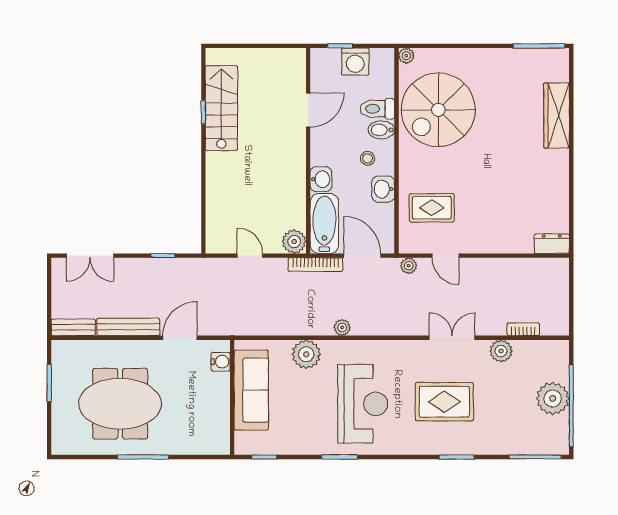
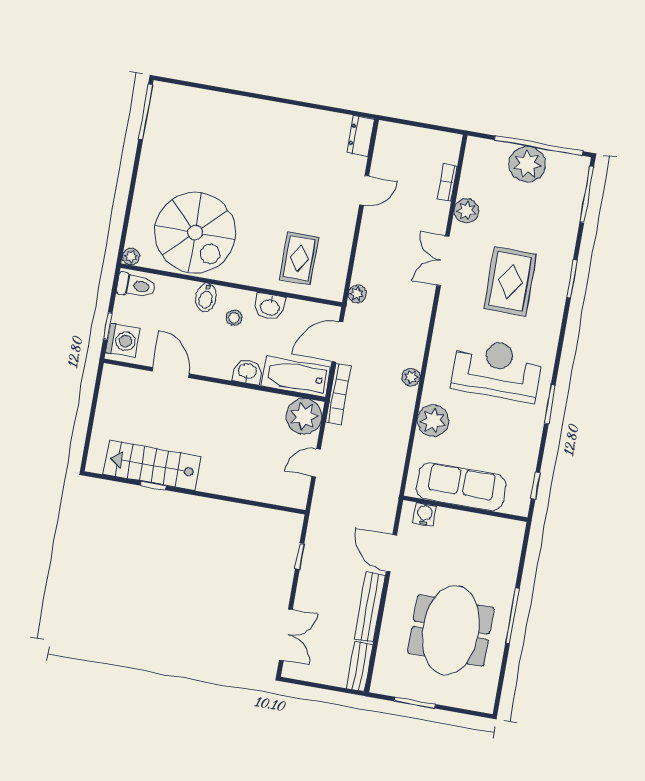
washing machine: (355, 62) -> (123, 341), moved
toilet: (377, 109) -> (136, 286), moved, turned -90
wardrobe: (557, 115) -> (224, 106), removed
plant: (294, 242) -> (304, 416), width x1.36, depth x1.36
door: (445, 256) -> (364, 190), moved

